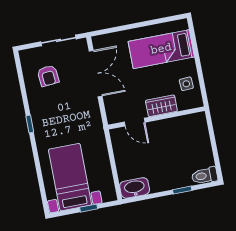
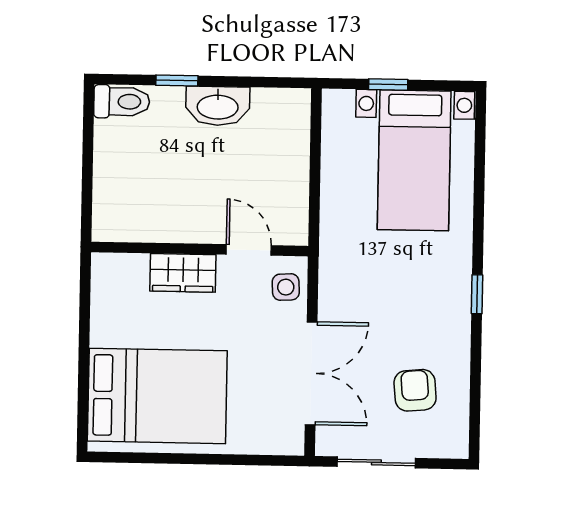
bed: (161, 49) -> (157, 396), width x1.50
double door: (96, 74) -> (311, 373), swing flipped
side table: (186, 84) -> (286, 287), moved
washbasin: (135, 188) -> (218, 106), moved

